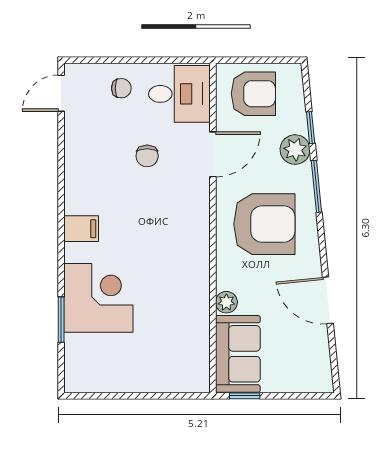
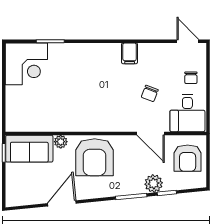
chair: (147, 156) -> (150, 93), turned -69
armchair: (264, 224) -> (95, 157), moved
filing cabinet: (81, 229) -> (130, 53), moved
corner desk: (98, 298) -> (26, 64), moved

